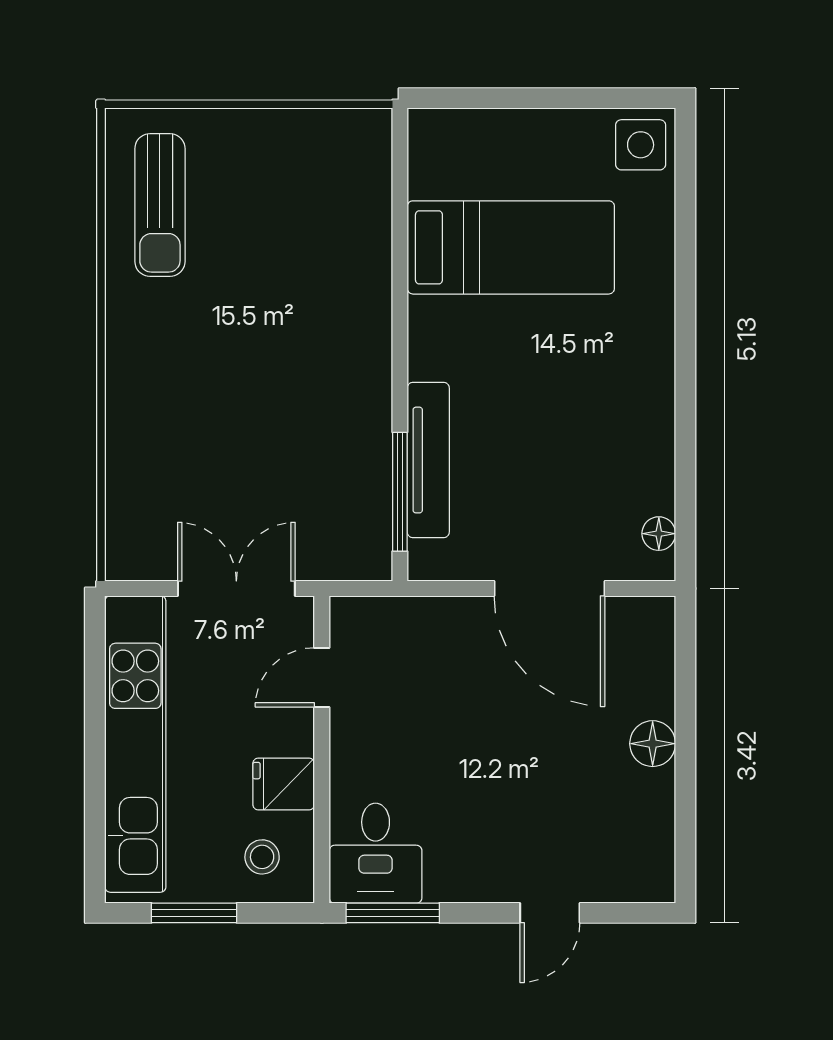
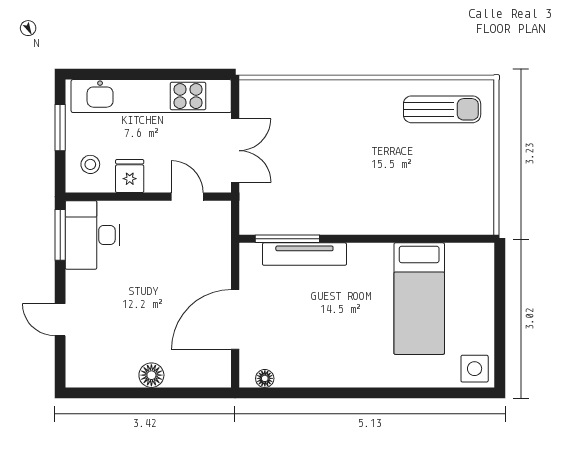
sun lounger: (160, 205) -> (442, 109), turned 180
desk: (376, 853) -> (92, 235), width x1.37

